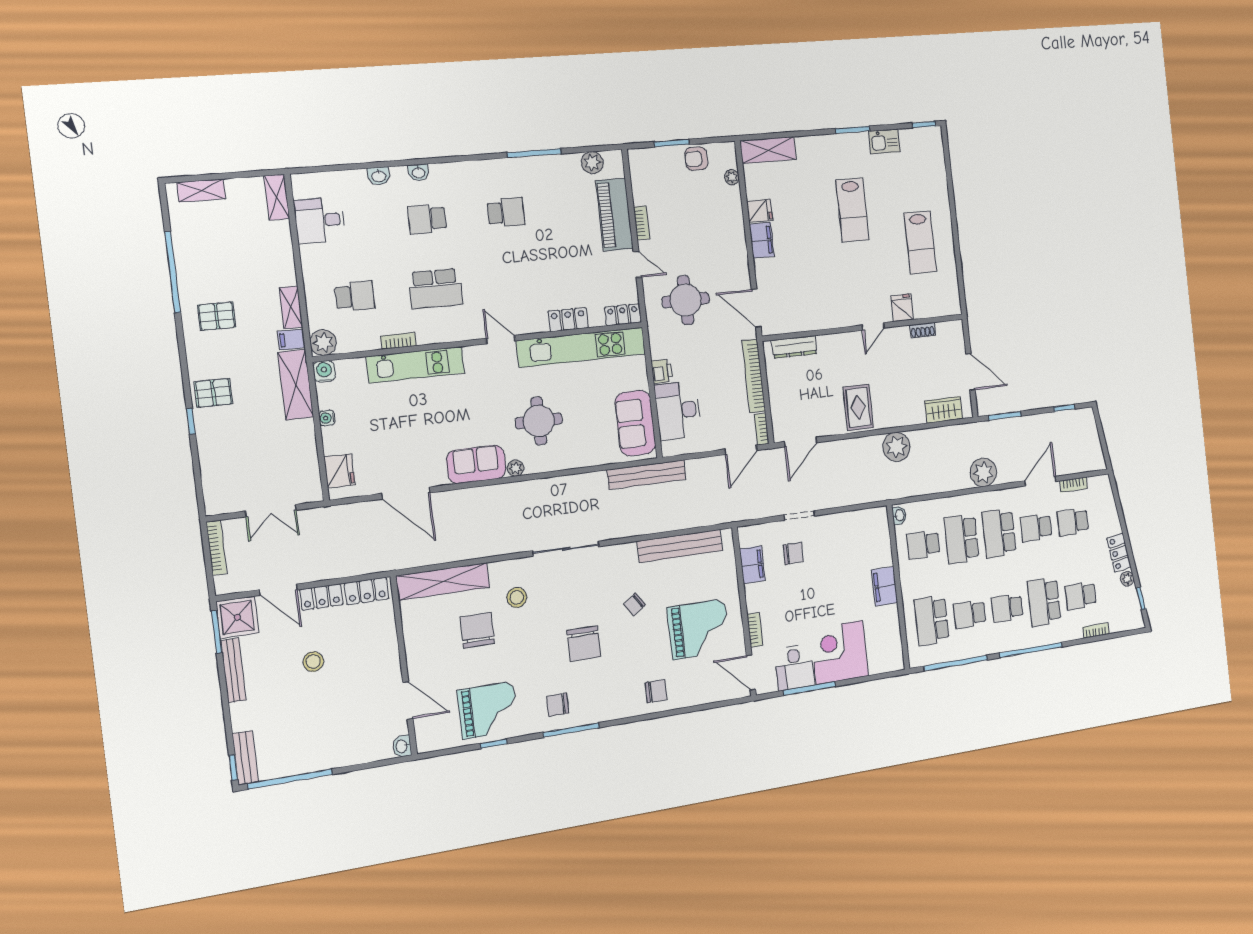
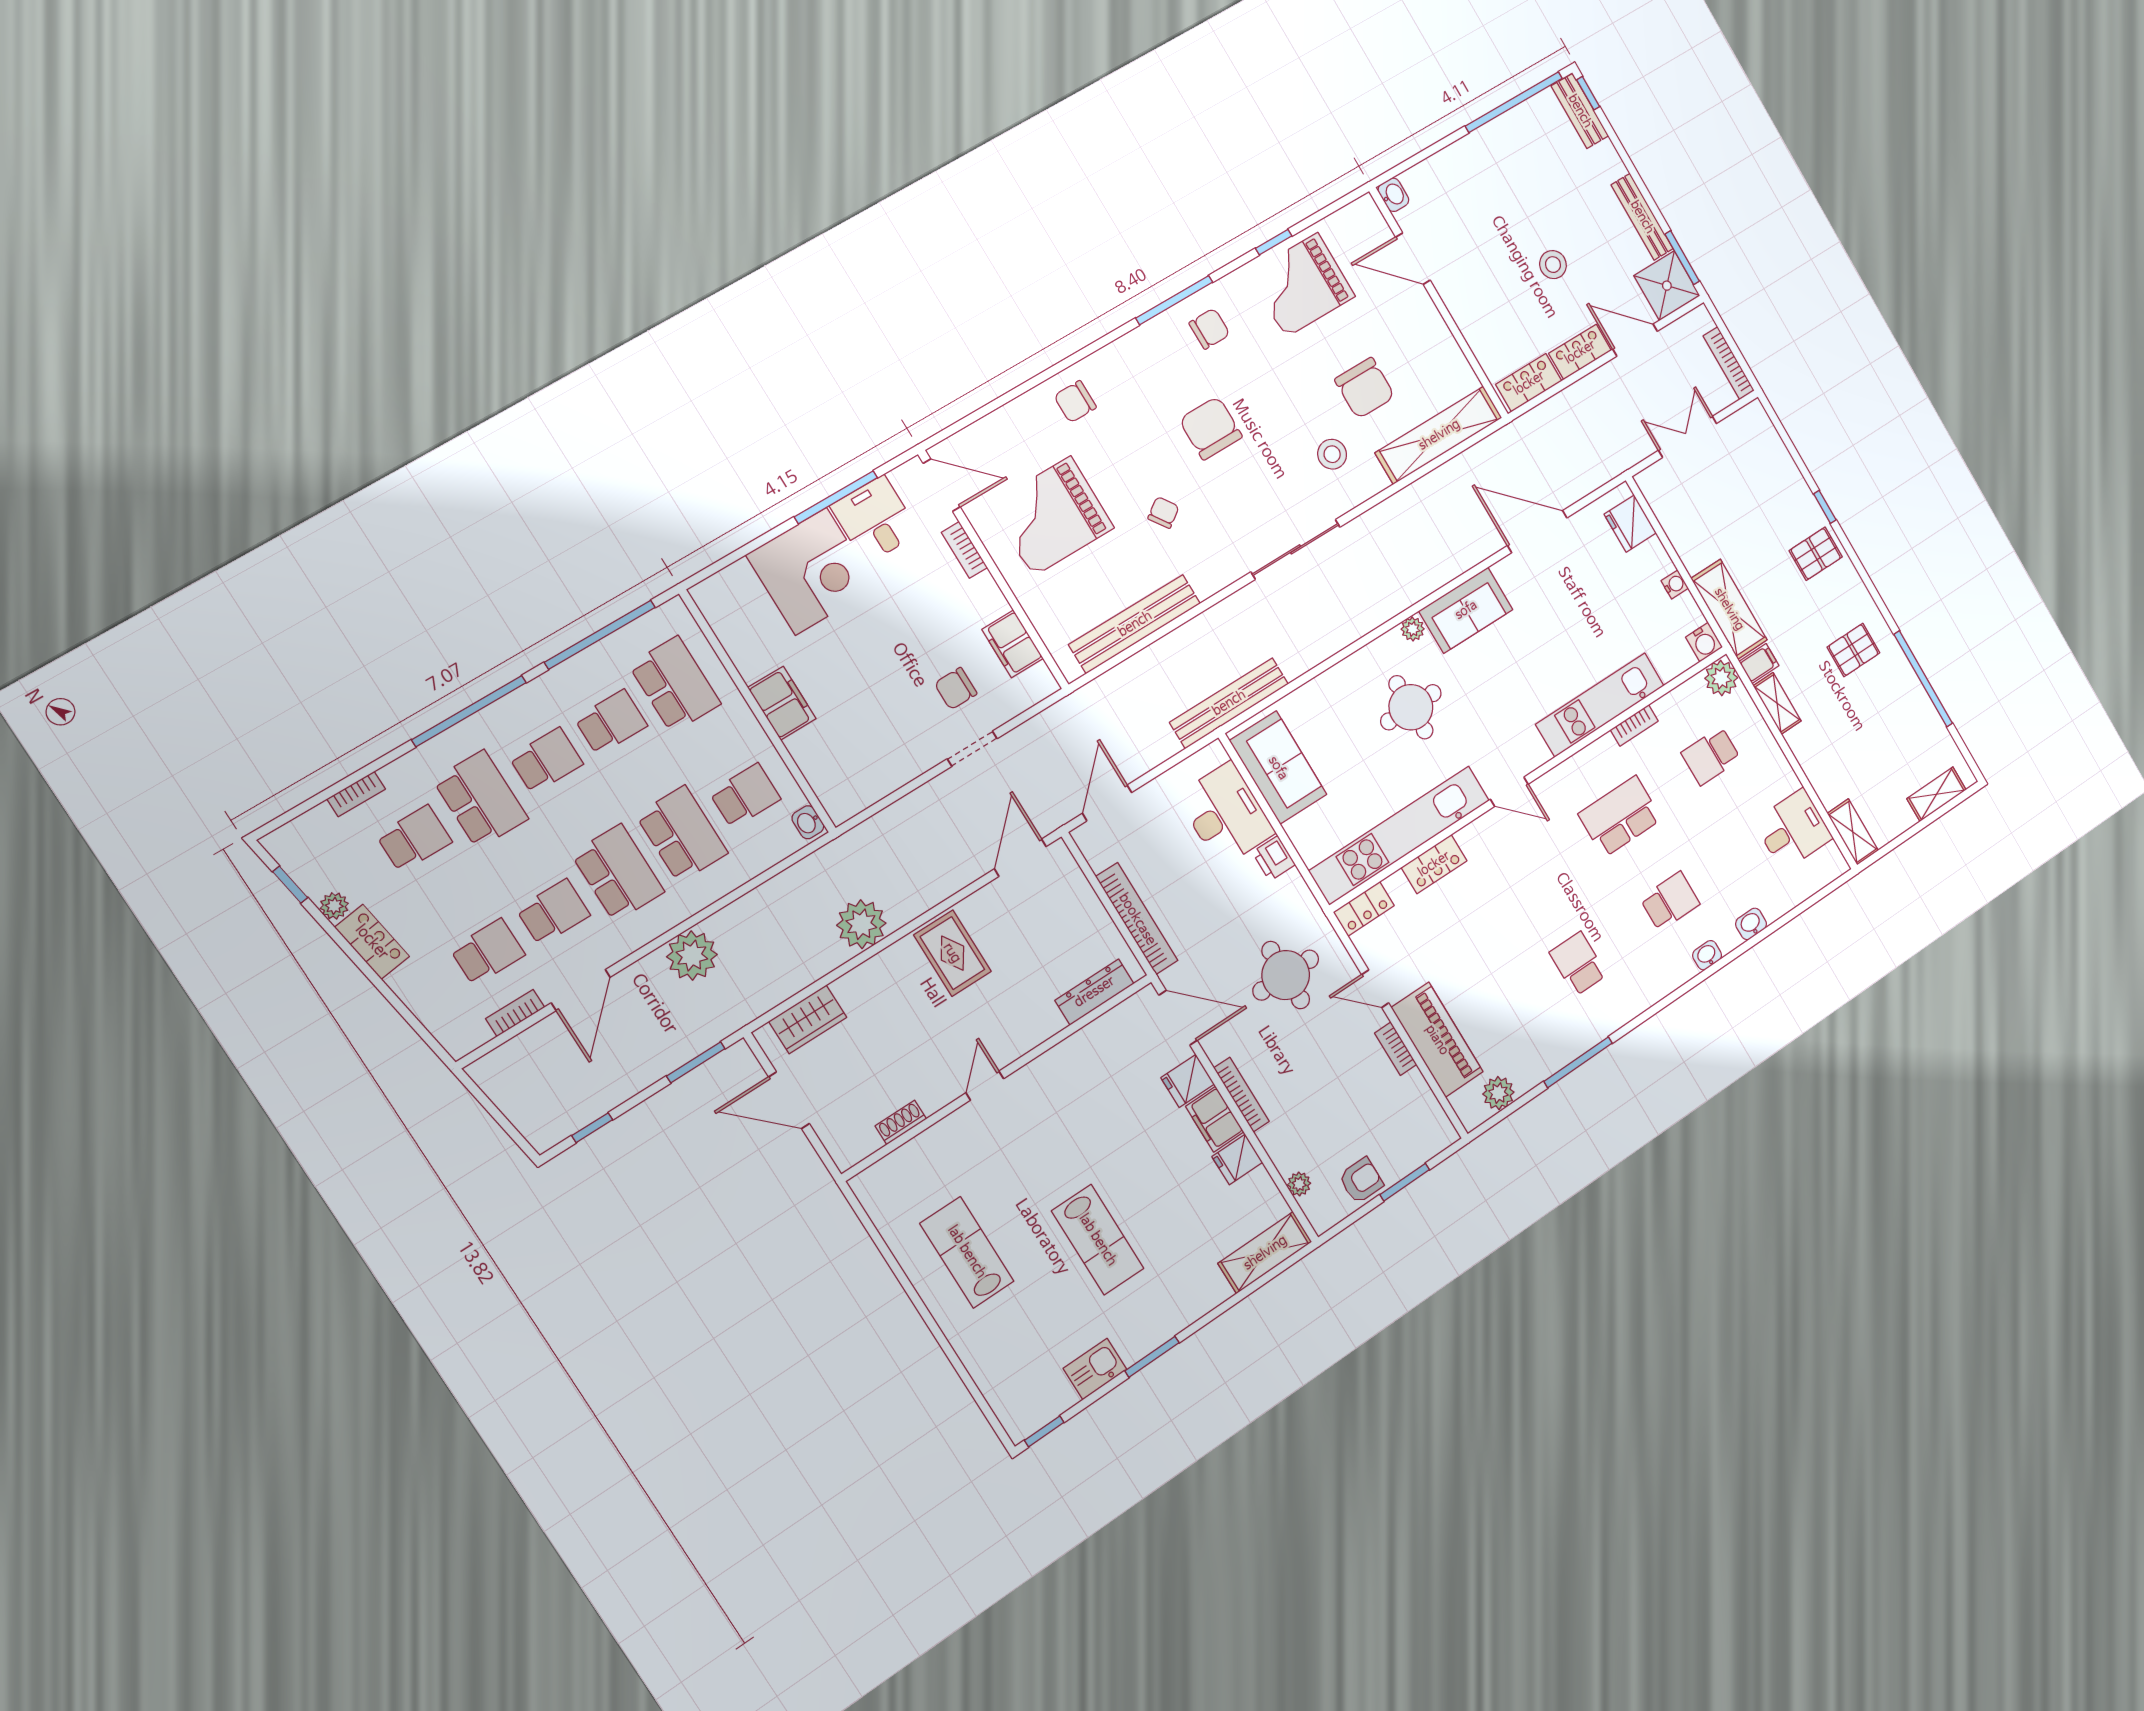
lab bench: (852, 210) -> (1098, 1240), turned 180
school desk: (506, 212) -> (1578, 964), turned 90
fridge: (902, 308) -> (1188, 1081), moved, turned 90
bookcase: (762, 429) -> (1241, 1095), moved, width x1.56

